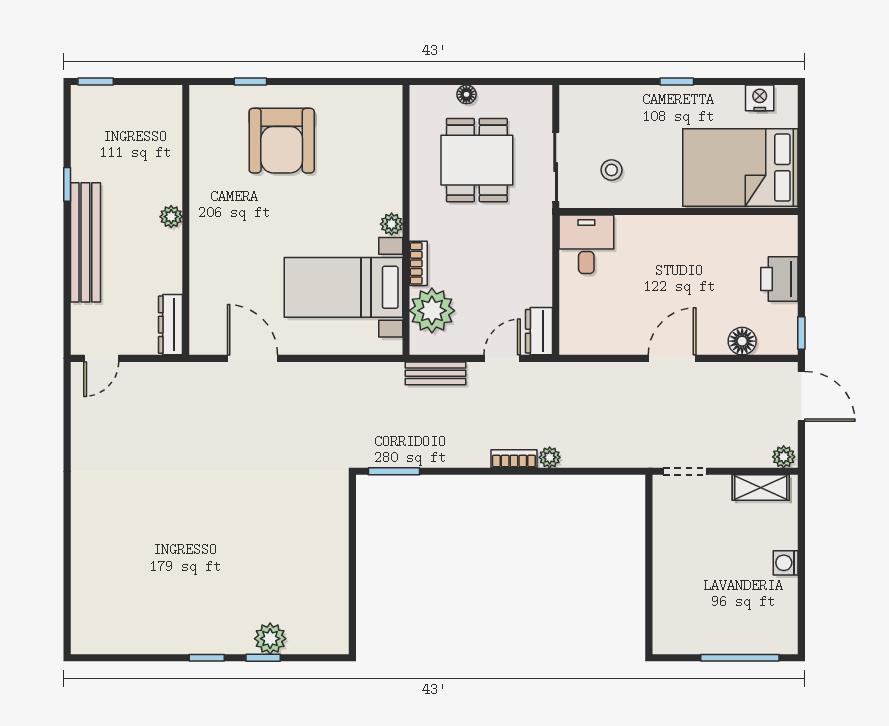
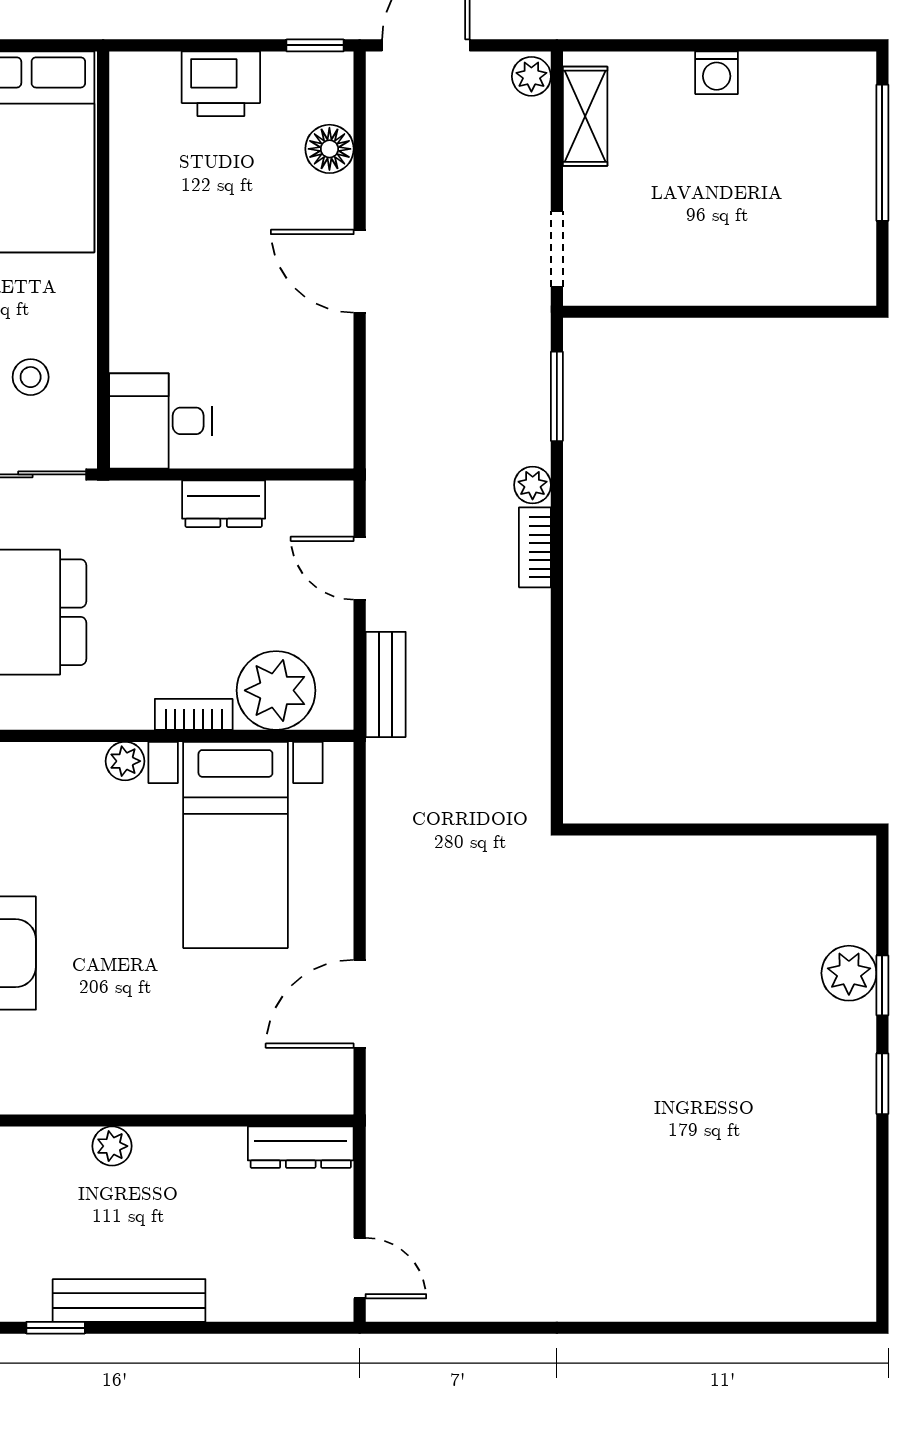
bench: (85, 242) -> (129, 1300), width x0.73, depth x0.82
dresser: (539, 331) -> (224, 504), moved
window: (394, 471) -> (557, 396), moved

